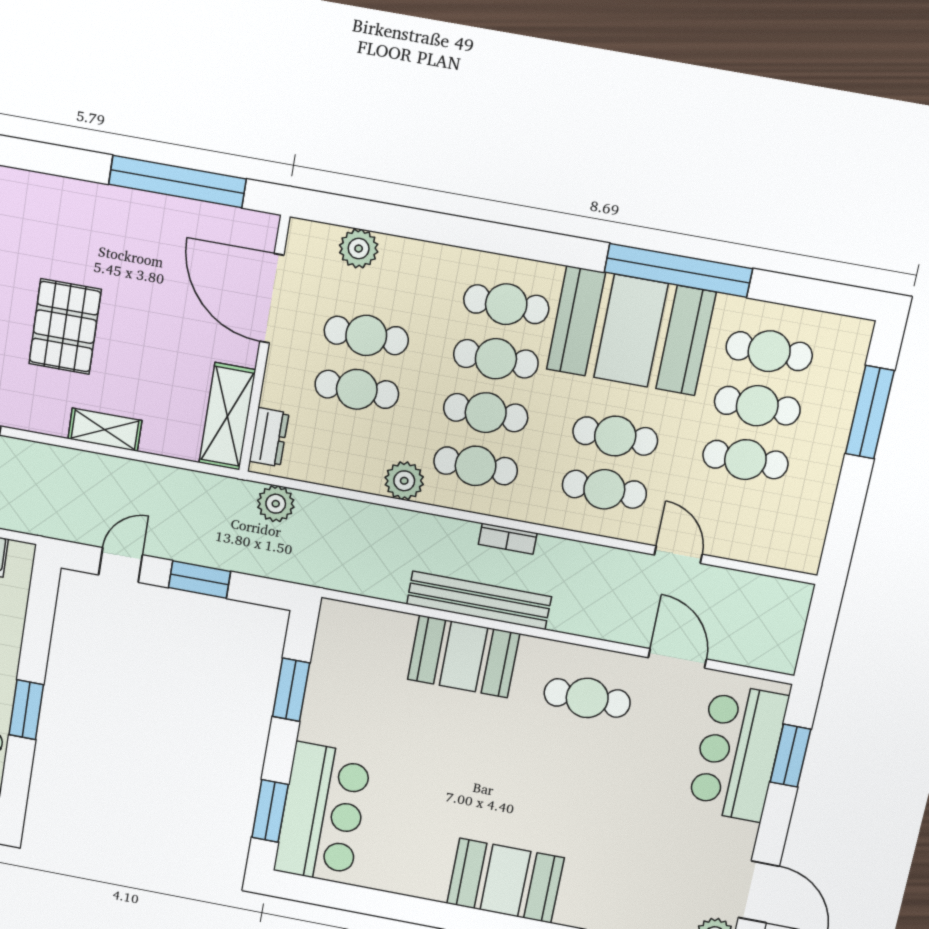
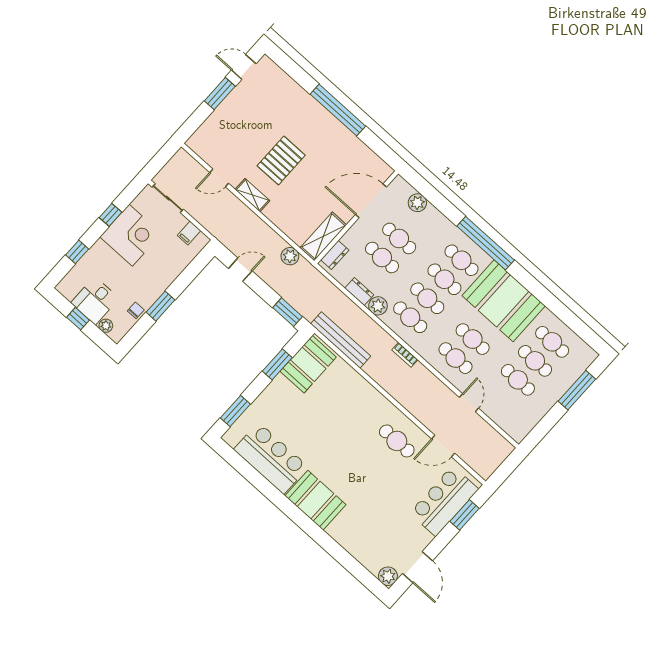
window: (177, 182) -> (338, 110), moved
window: (678, 270) -> (486, 243), moved
door: (272, 298) -> (371, 201), hinge flipped
shelving: (105, 430) -> (252, 195), moved
dresser: (354, 476) -> (359, 291), added
plant: (276, 504) -> (290, 256), moved
window: (200, 580) -> (287, 312), moved
bench: (479, 600) -> (341, 340), moved
booth: (463, 656) -> (308, 364), moved, turned 90
door: (677, 658) -> (443, 446), swing flipped
bar counter: (322, 813) -> (271, 458), moved, turned -90

